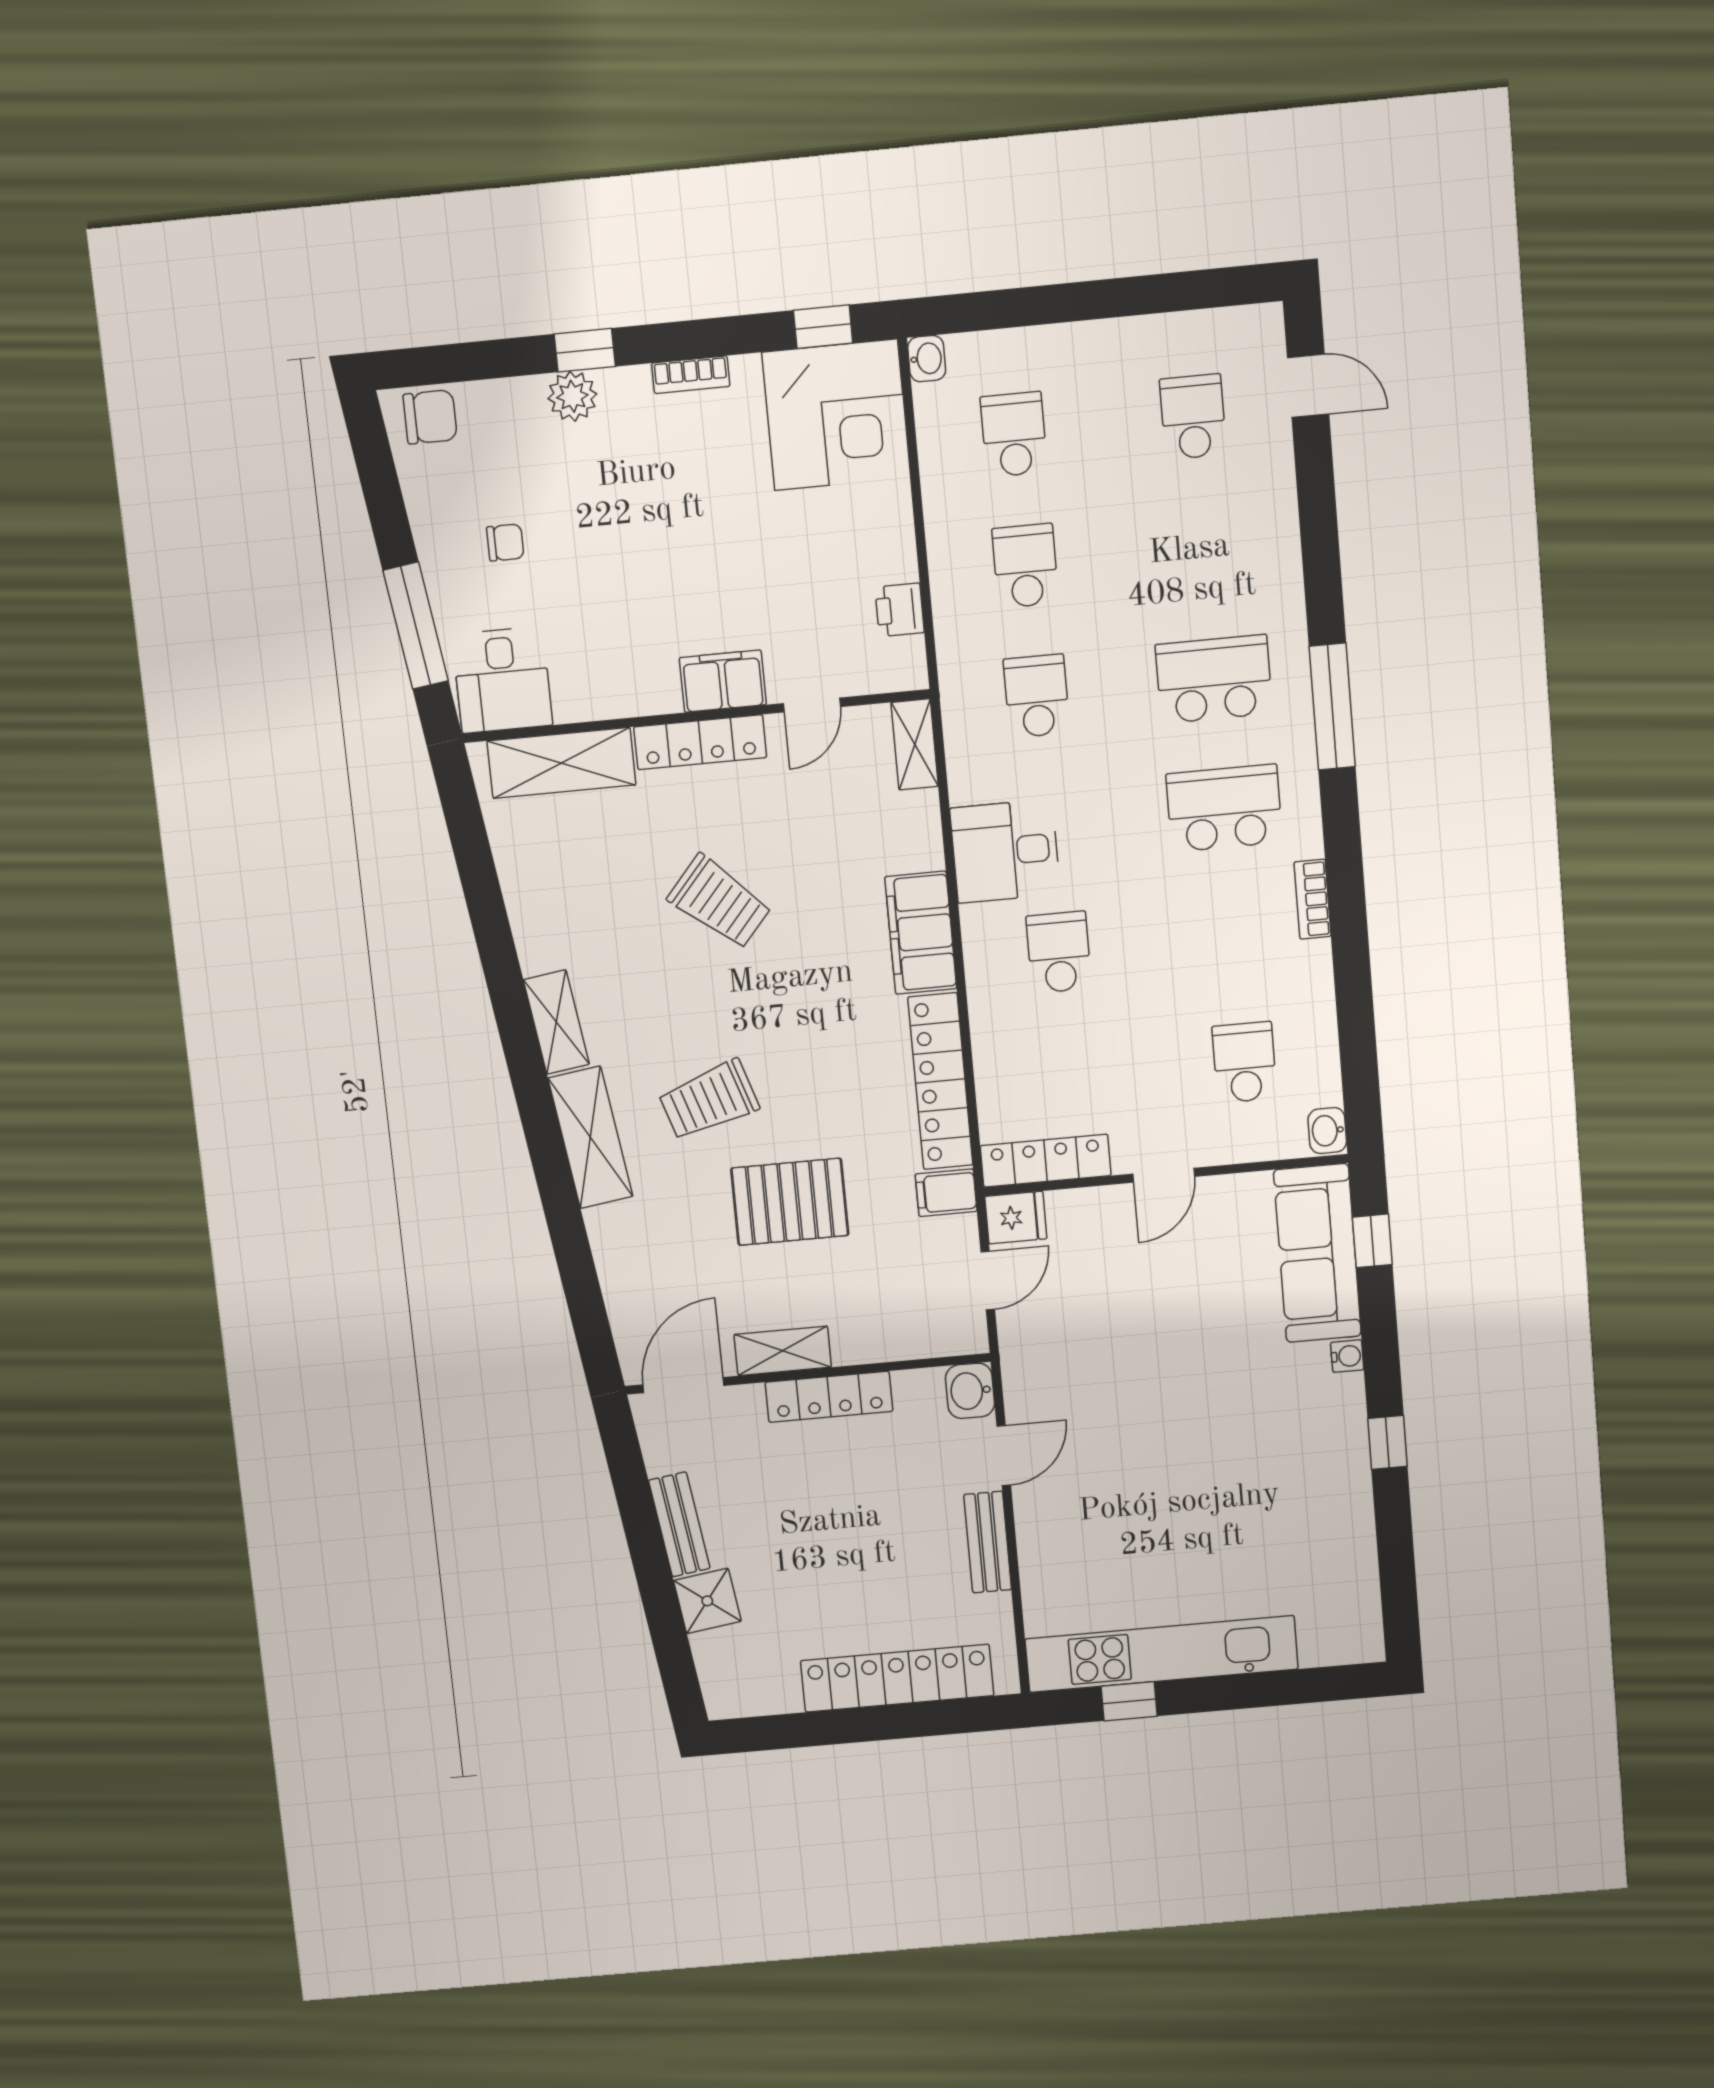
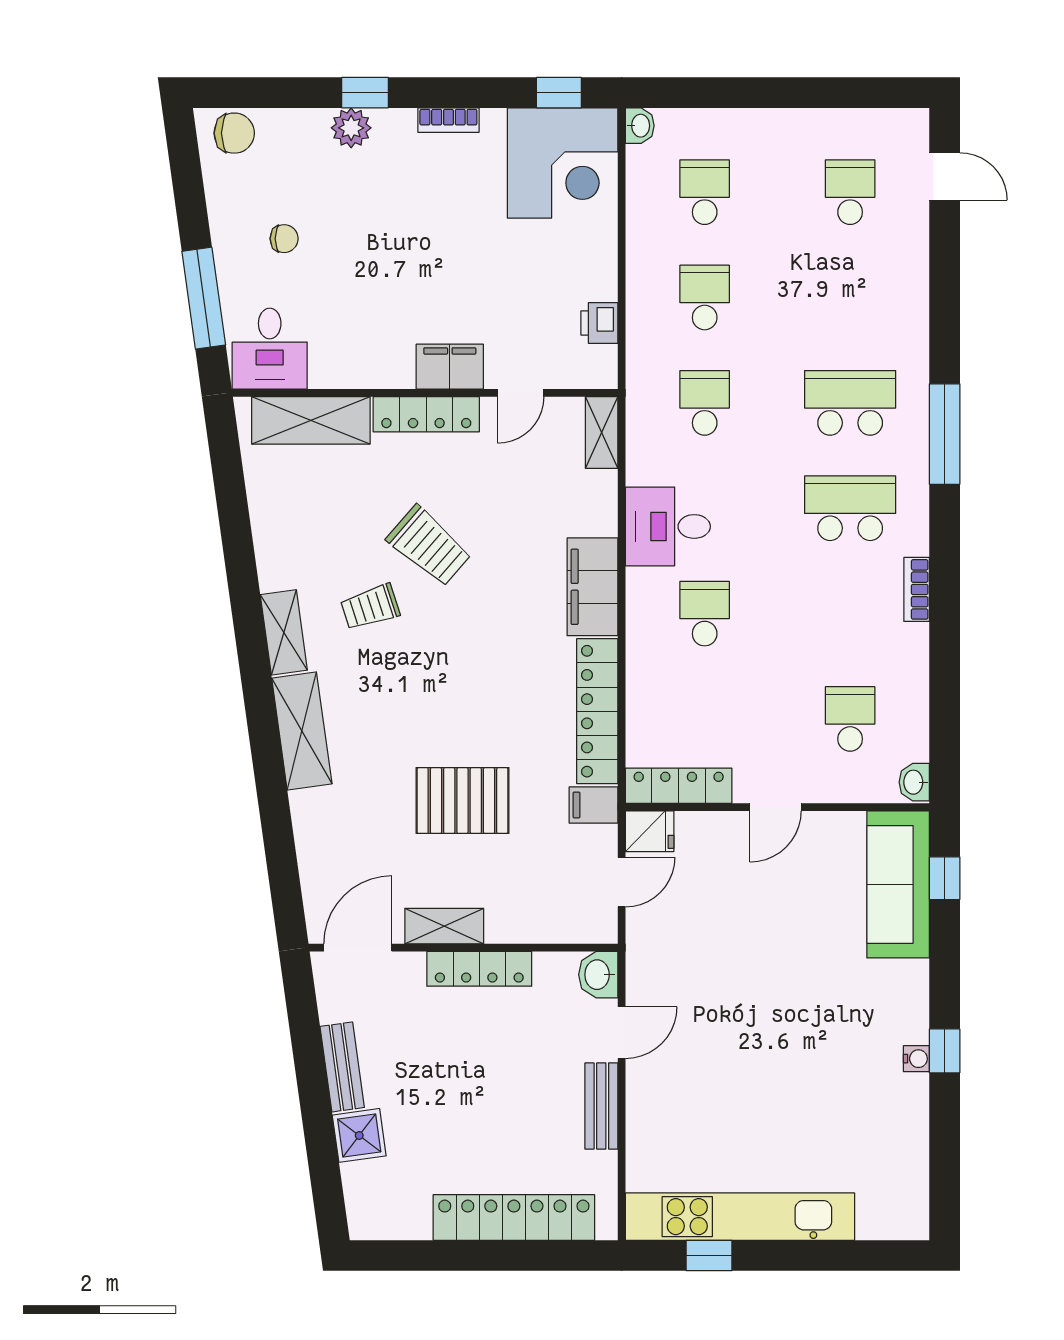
trolley: (709, 1100) -> (370, 607), moved, width x0.73, depth x0.72
water cooler: (1347, 1356) -> (916, 1059), moved

